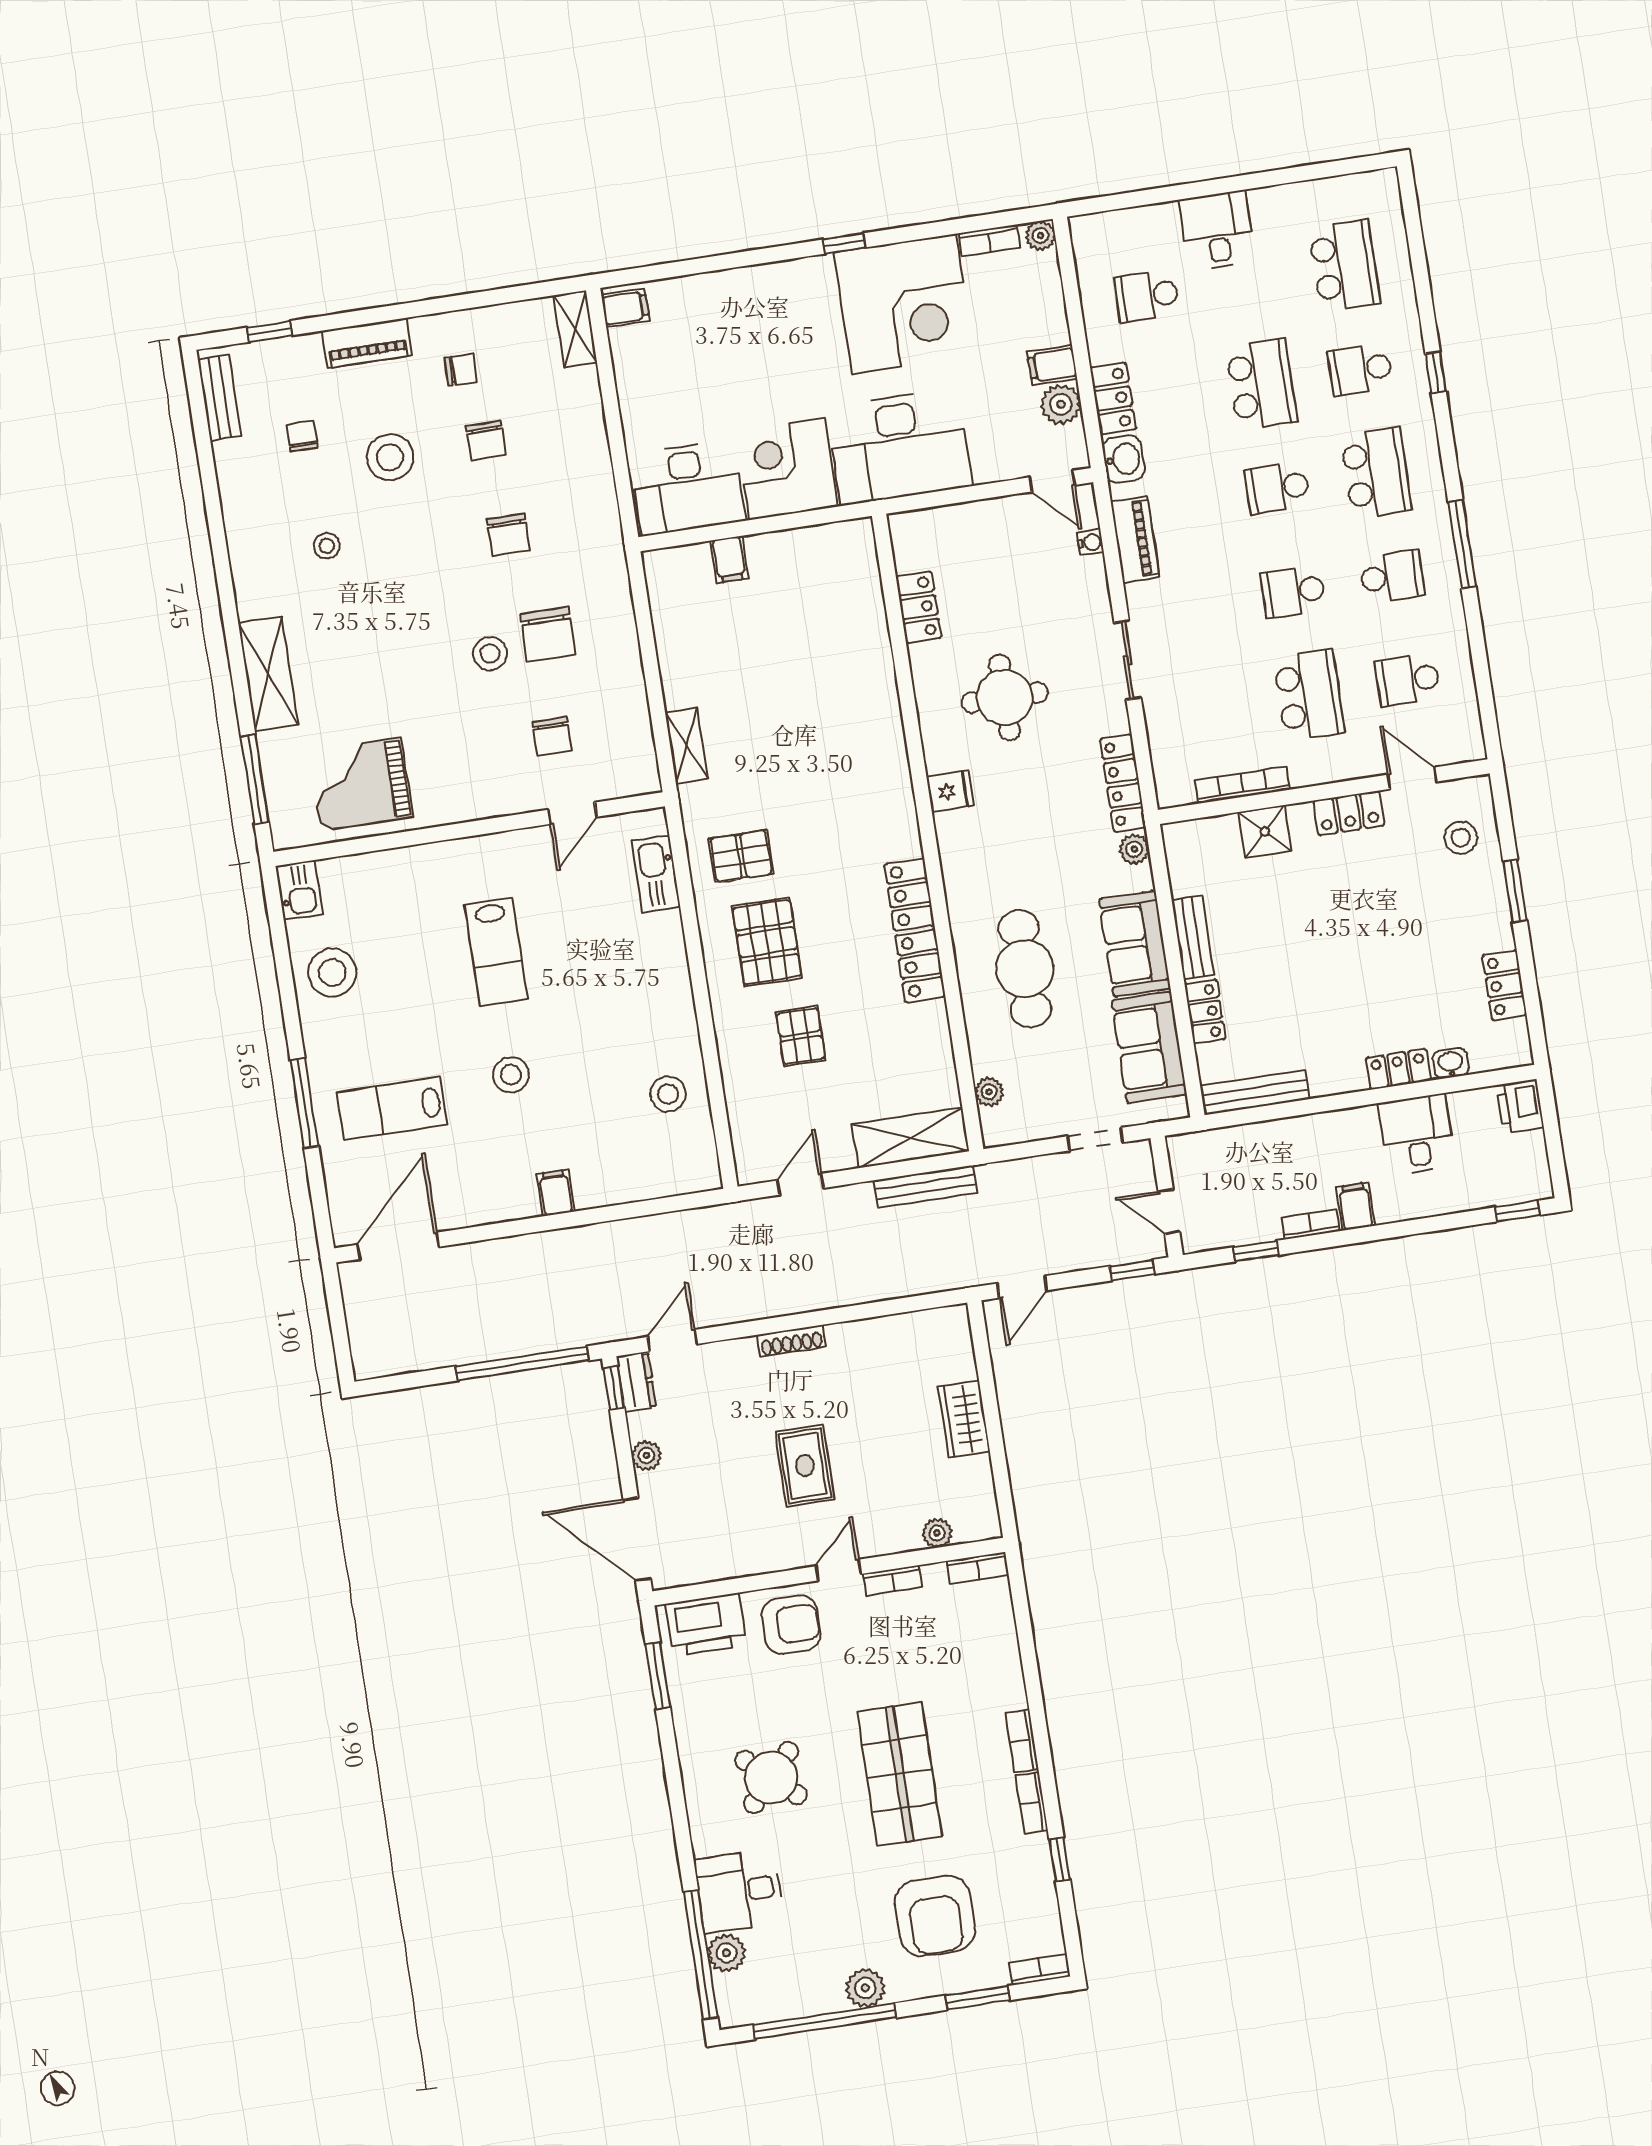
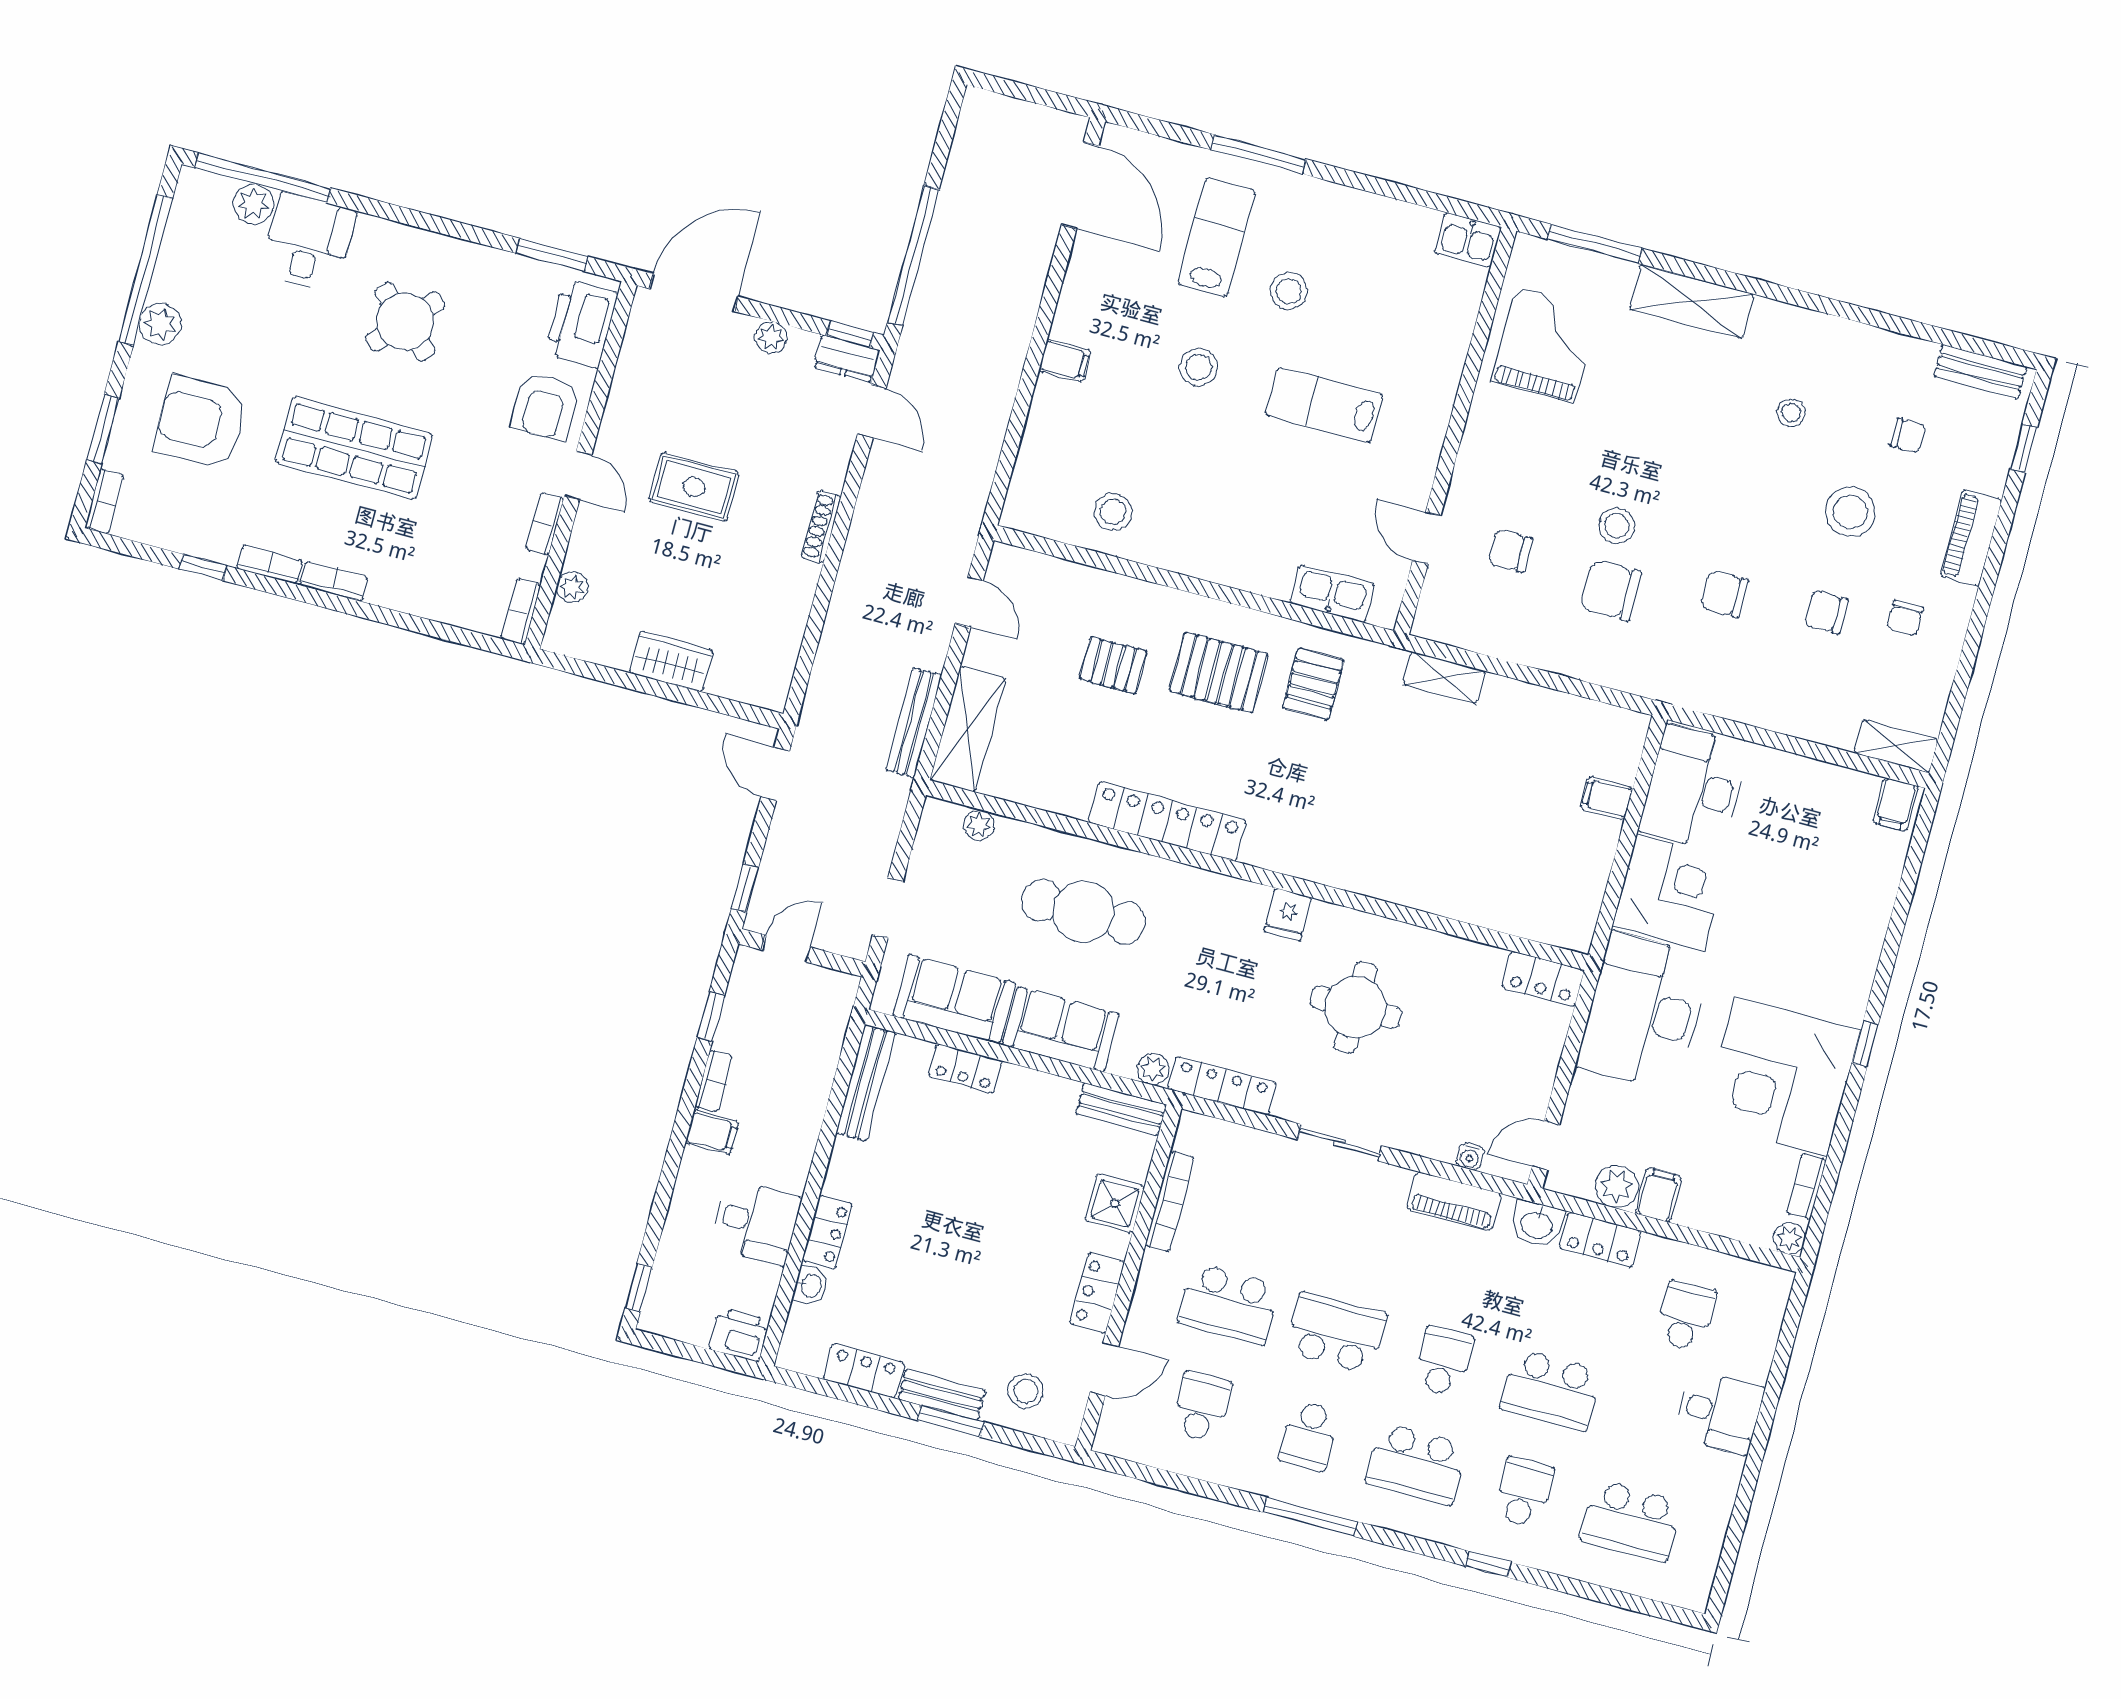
school desk: (1293, 592) -> (1336, 1333), width x1.85
locker: (919, 607) -> (1543, 979), moved
bench: (1496, 909) -> (942, 1395), added
bench: (1193, 937) -> (1121, 1109), moved
stool: (332, 973) -> (1289, 291), moved, width x0.73, depth x0.73

